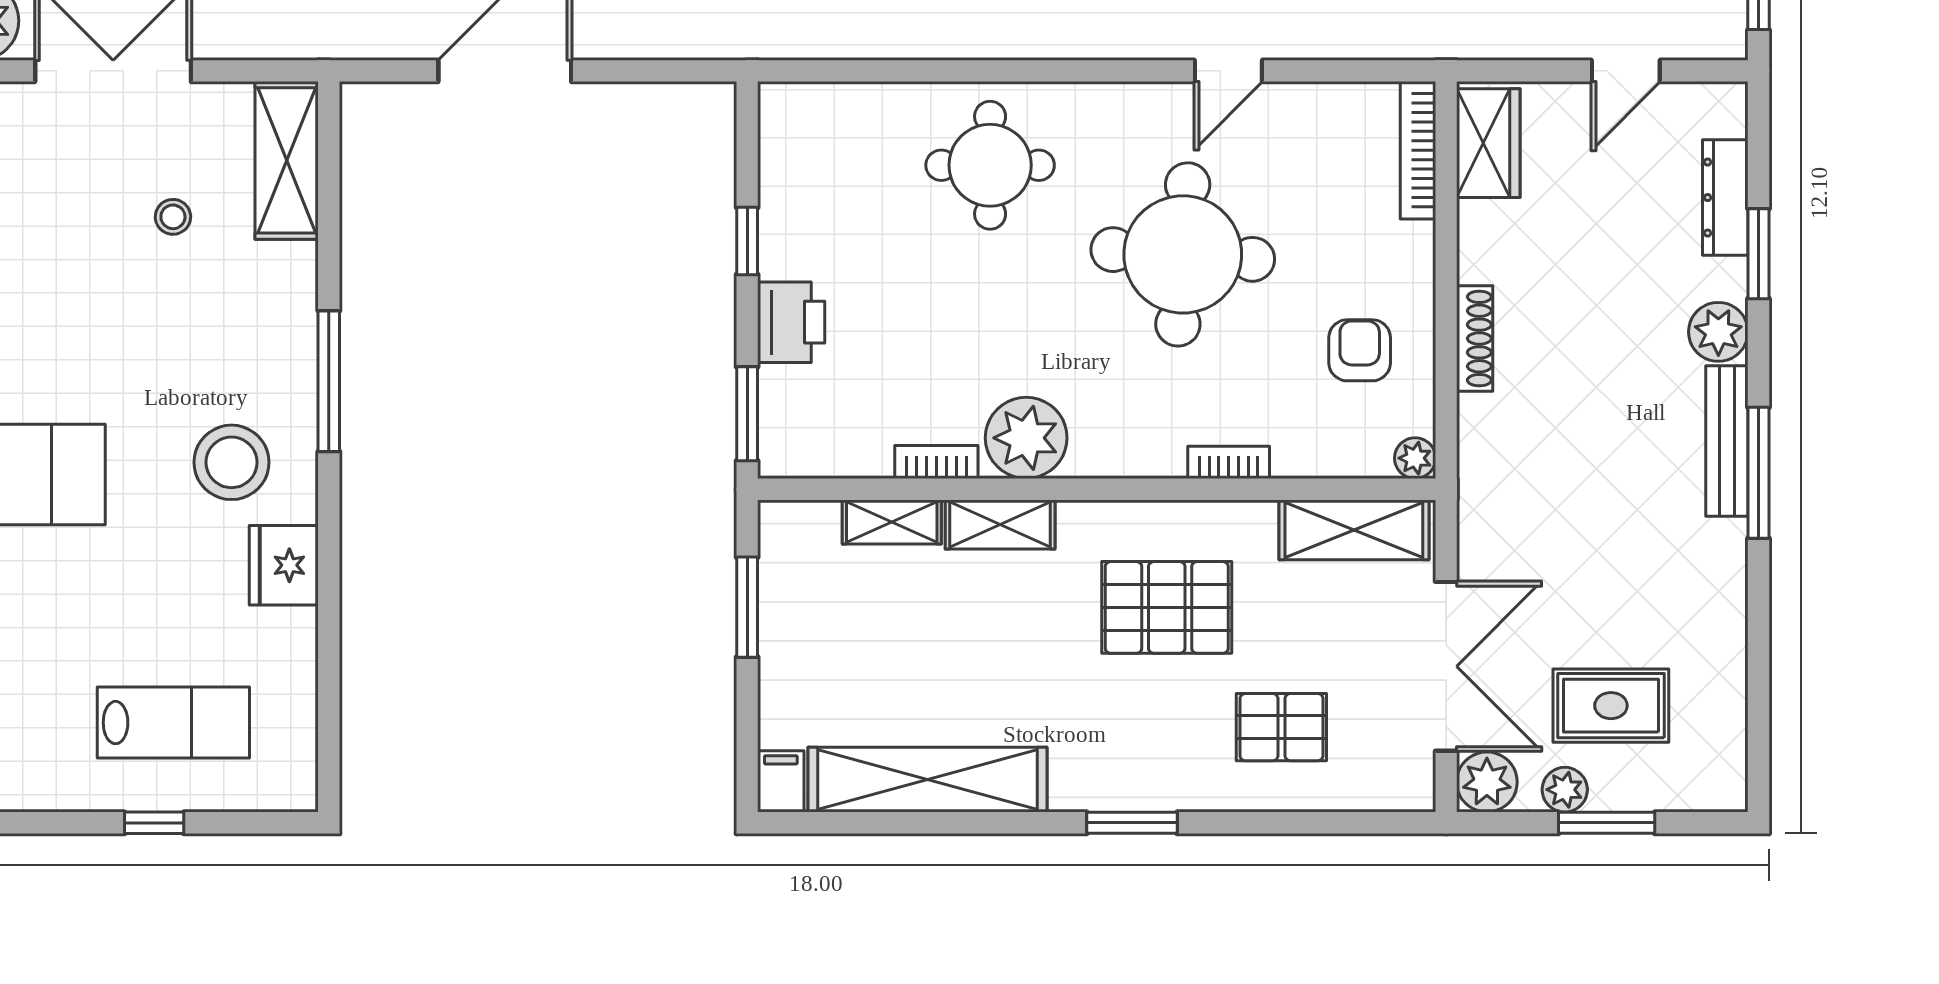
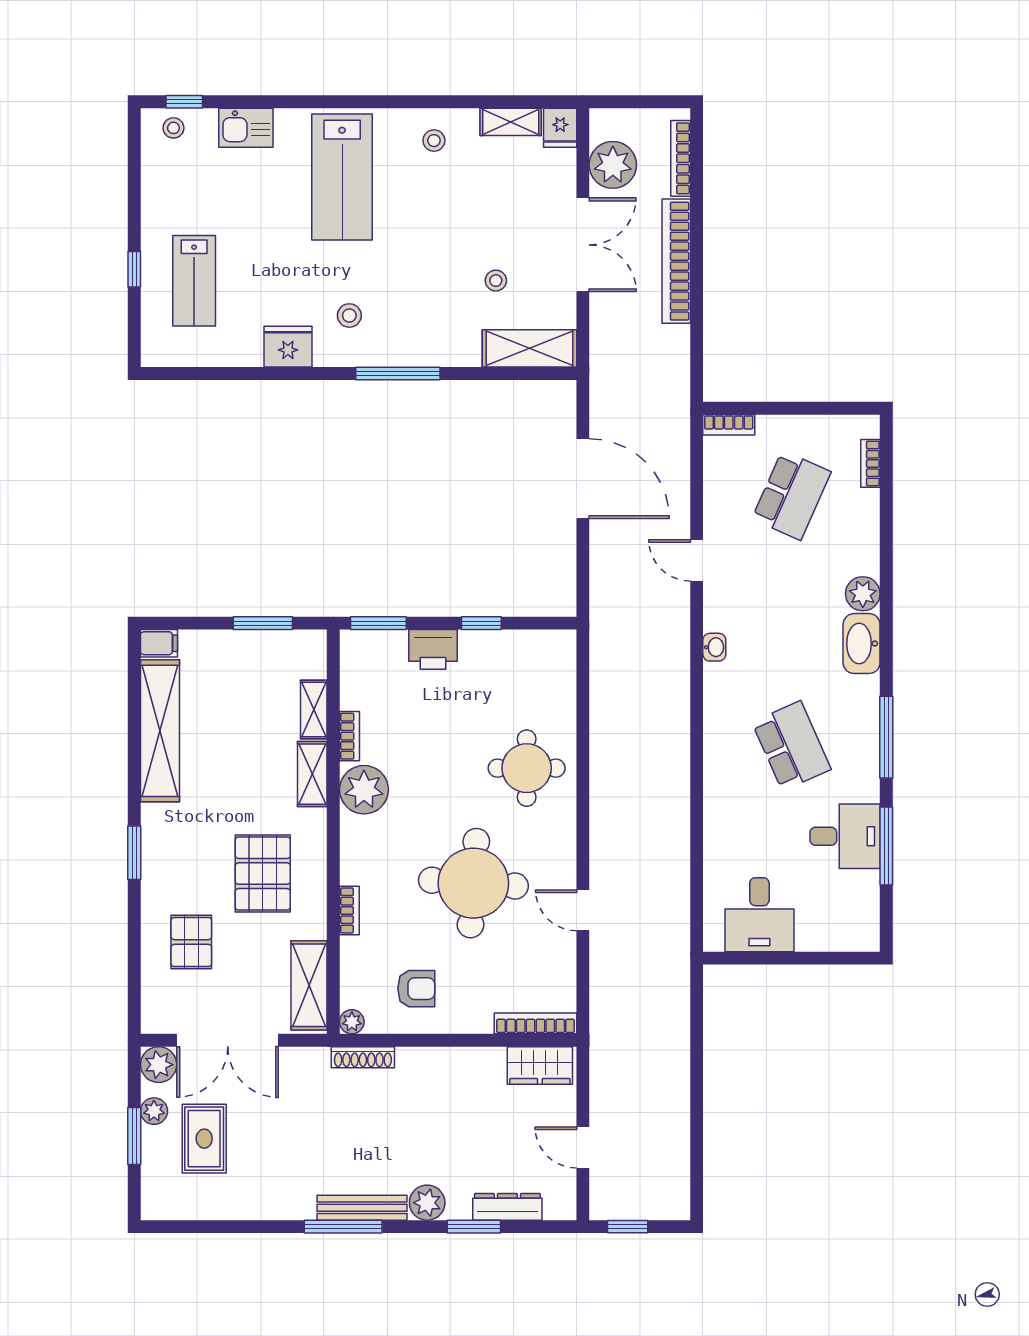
shoe rack: (1475, 338) -> (363, 1057), moved
stool: (231, 462) -> (349, 315), width x0.53, depth x0.53

